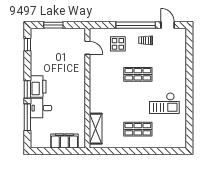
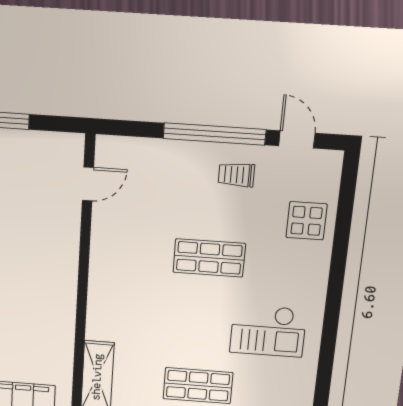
display table: (118, 44) -> (307, 221), moved
door: (87, 48) -> (88, 184), hinge flipped

